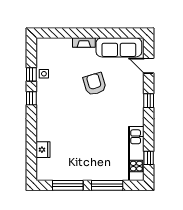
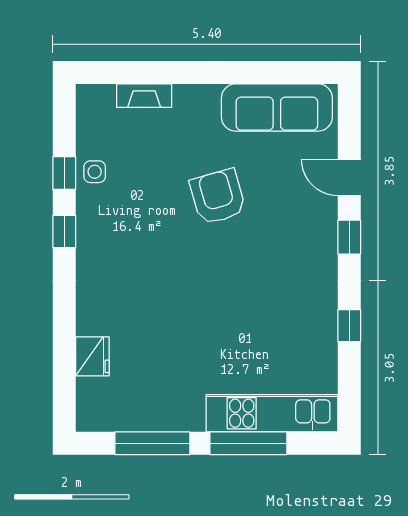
fireplace: (84, 42) -> (144, 96), moved
door: (149, 66) -> (349, 177), moved
kitchen unit: (136, 154) -> (272, 413), moved, turned 90
window: (149, 158) -> (349, 326), moved

